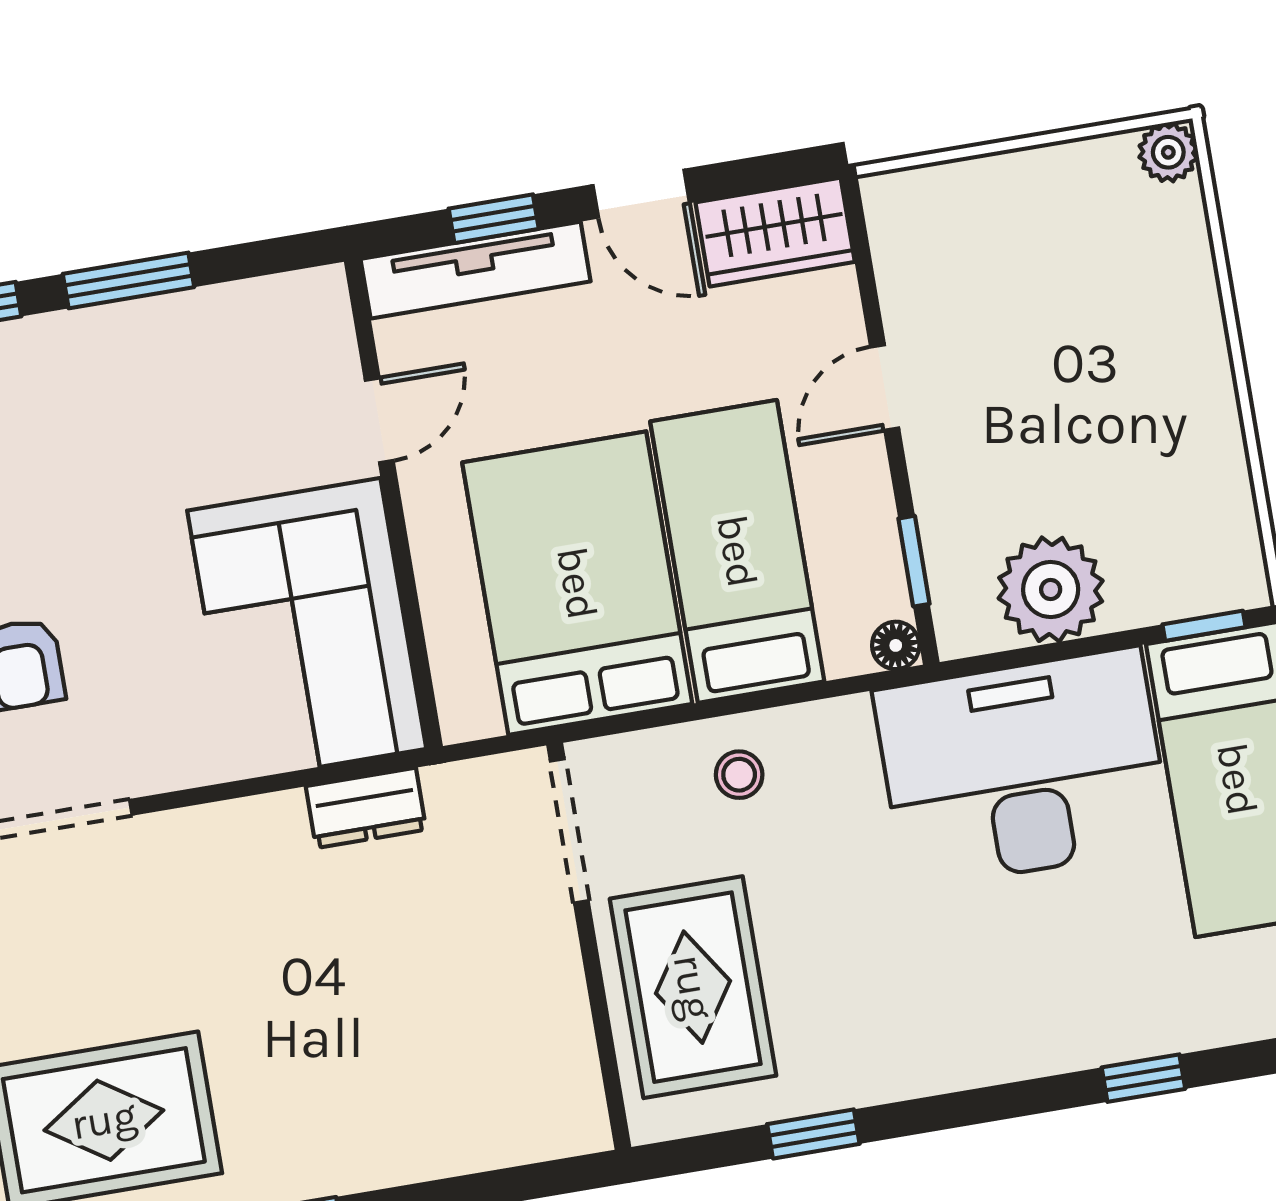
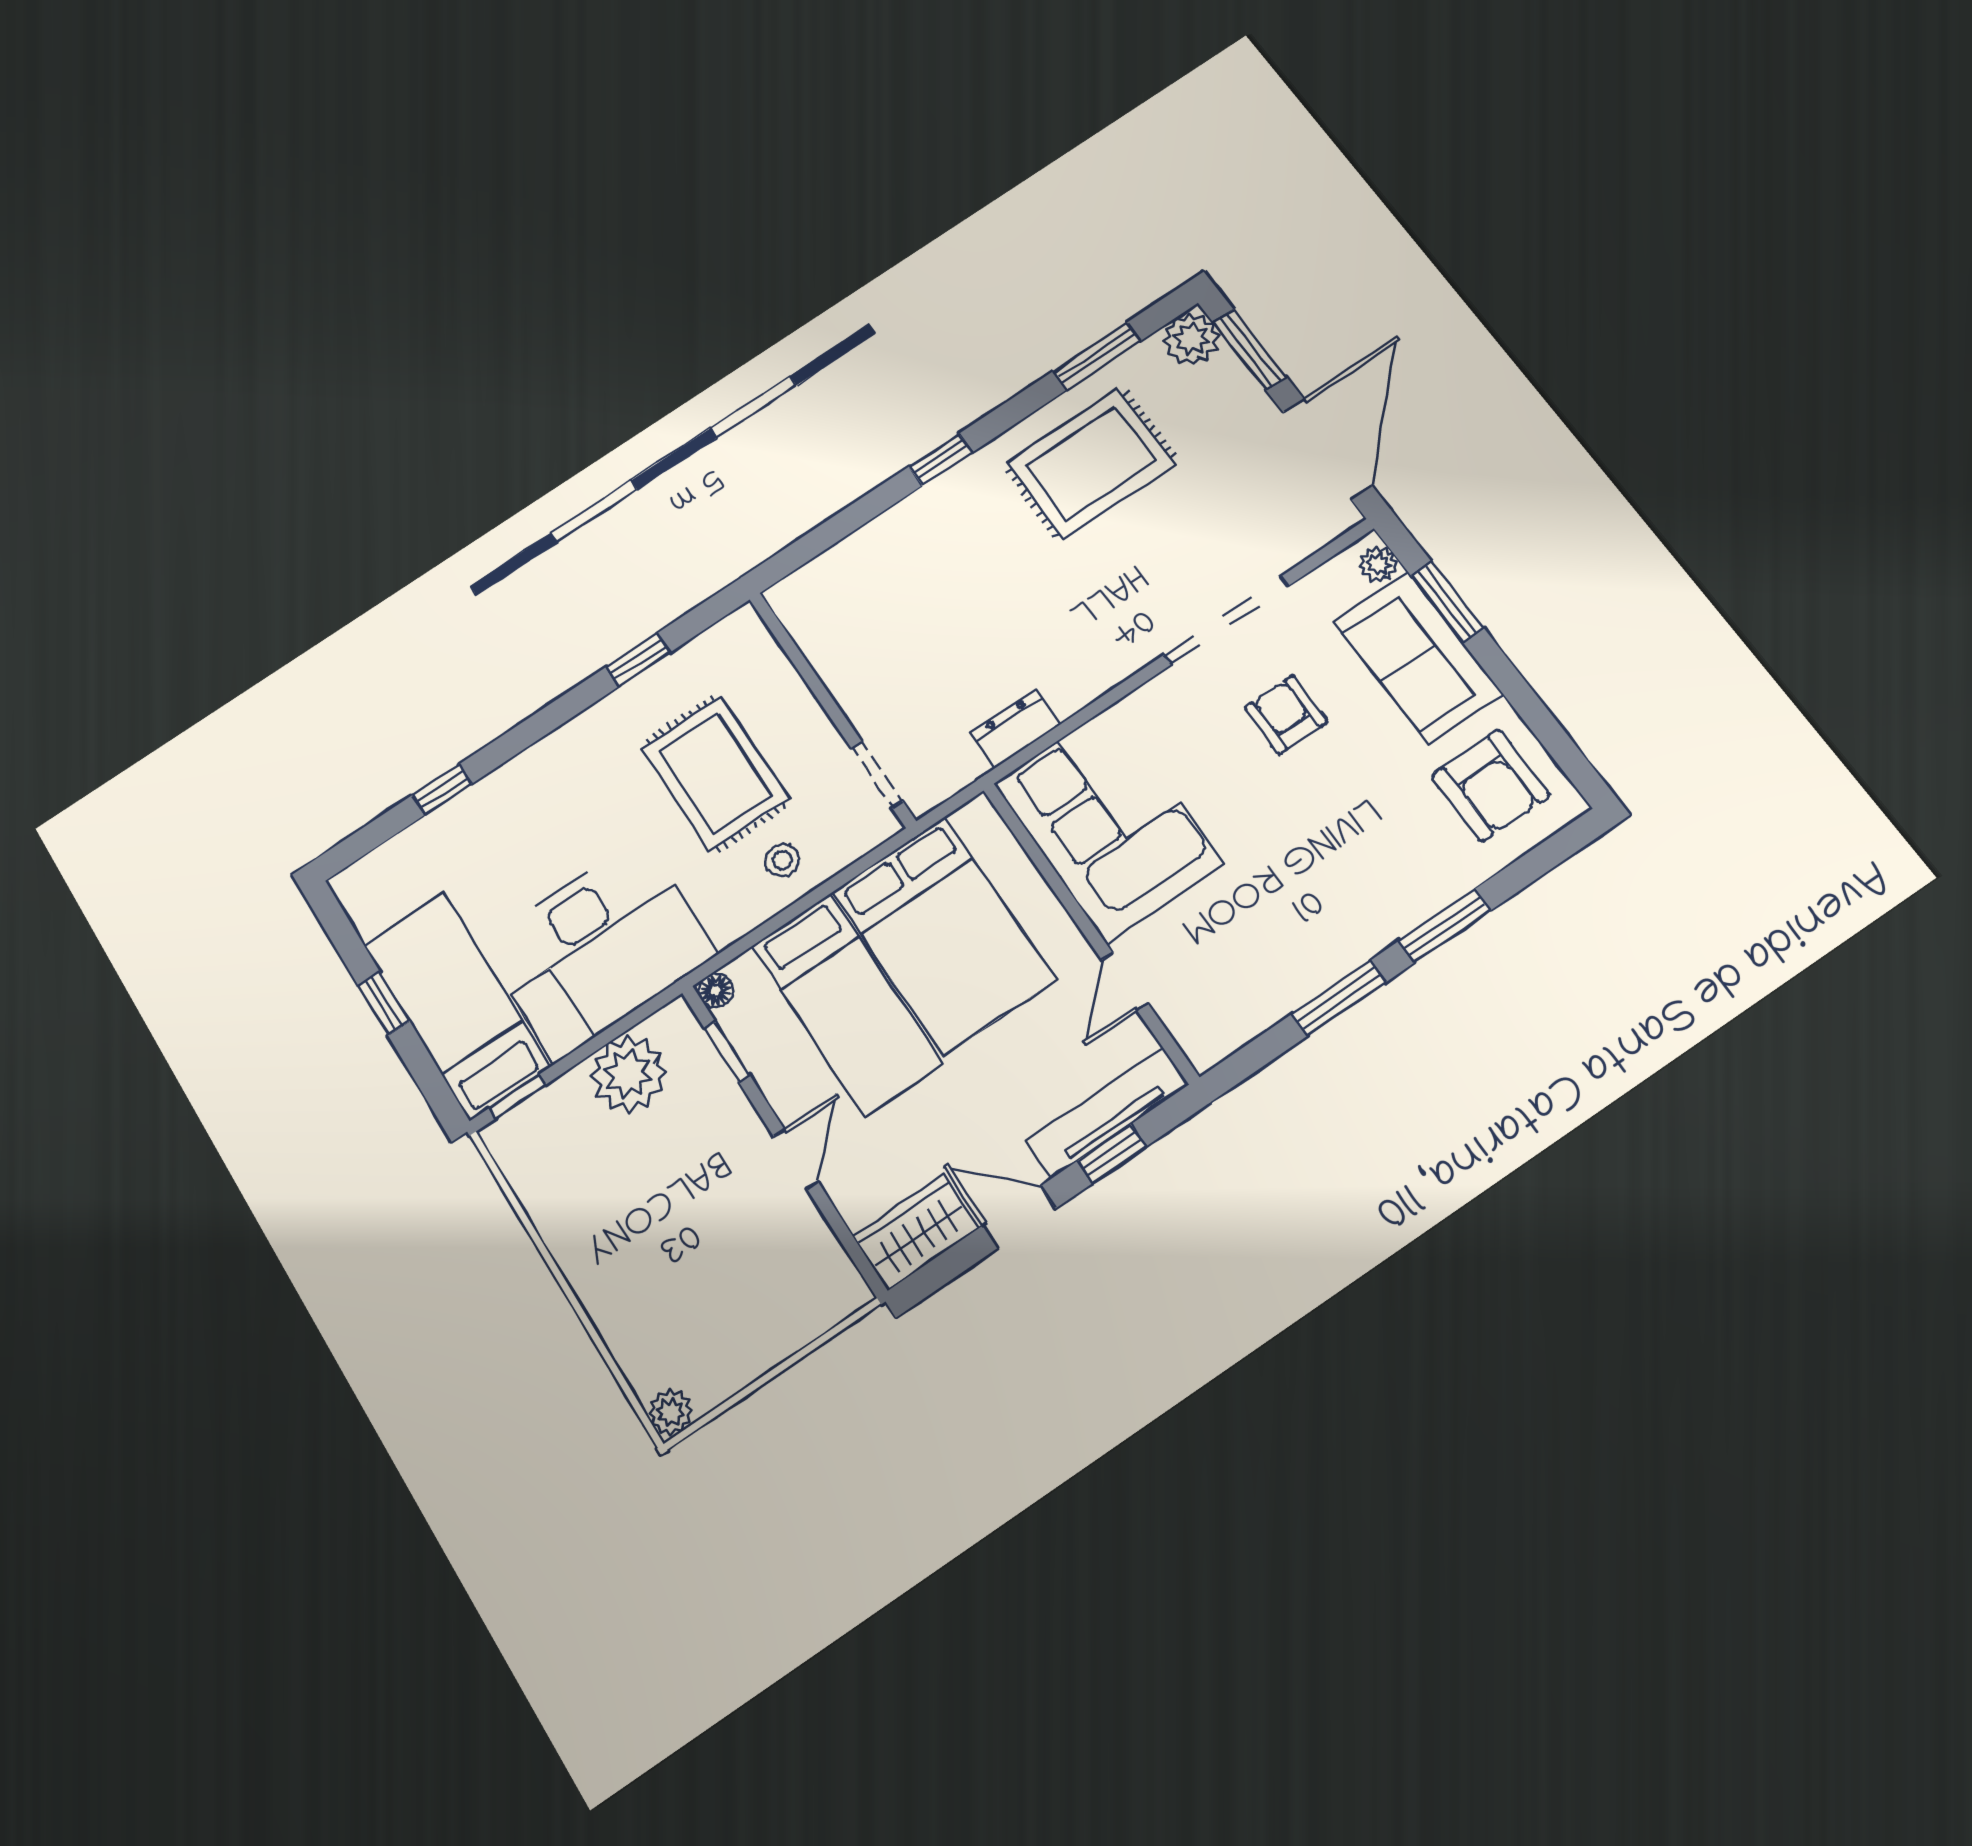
doorway: (569, 831) -> (877, 775), width x0.73
rug: (693, 987) -> (715, 773), moved

